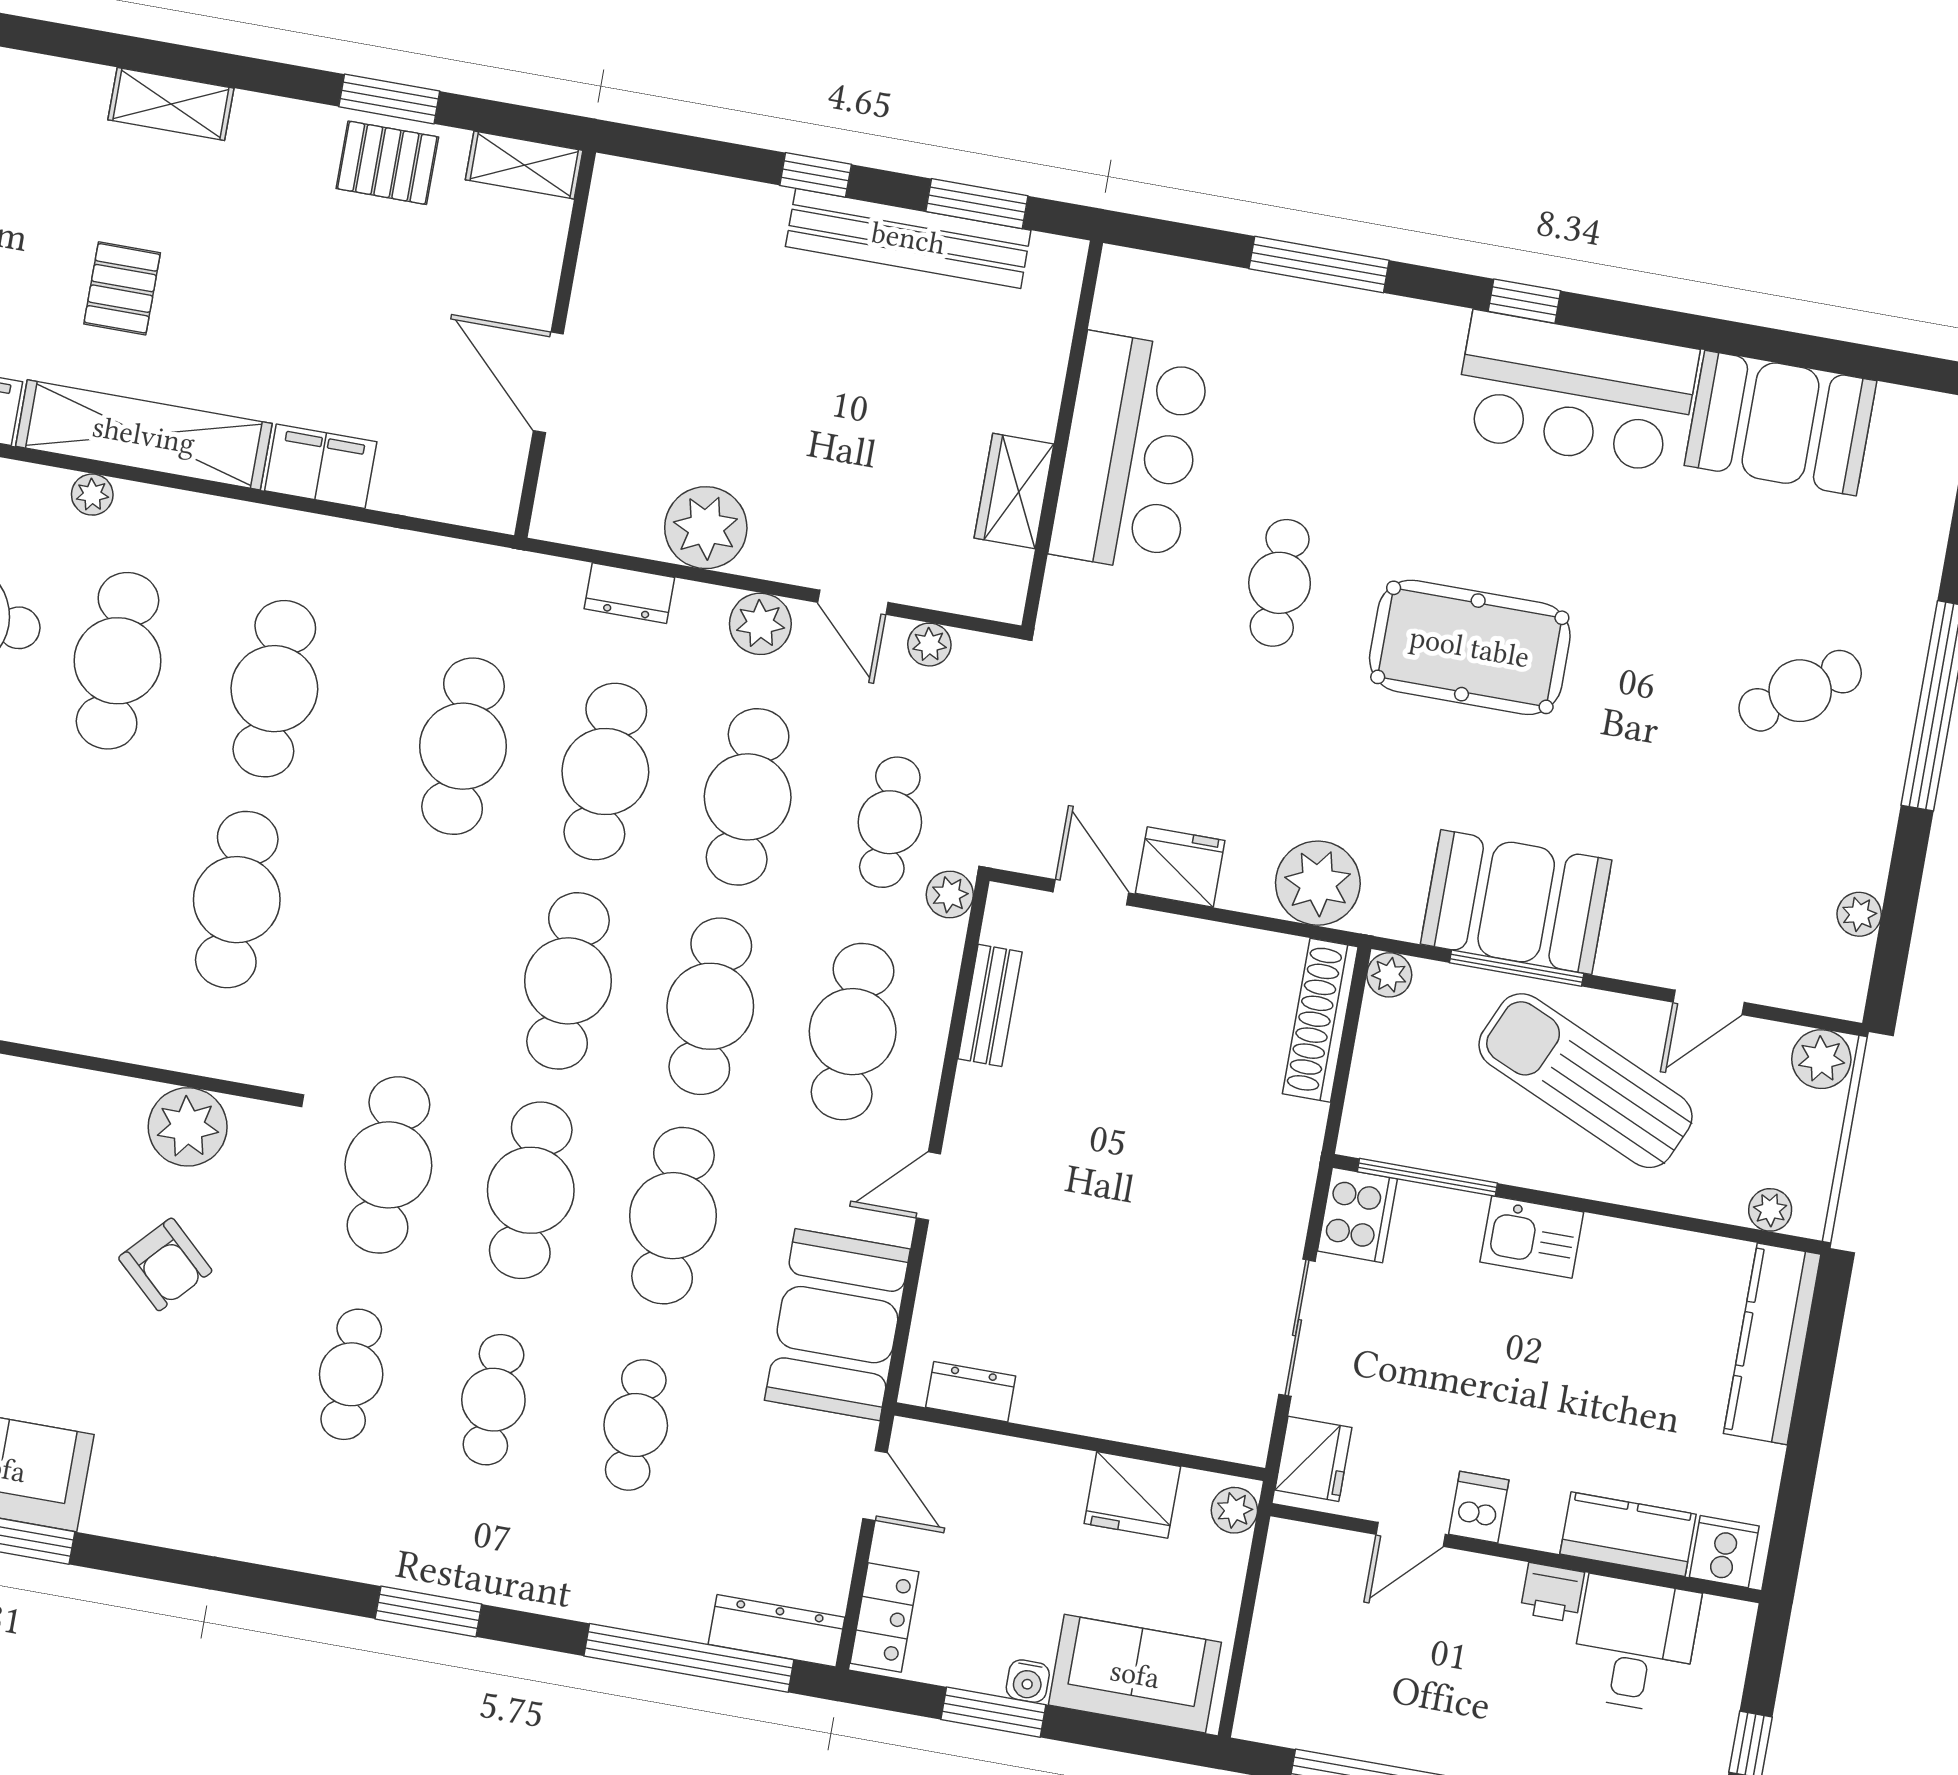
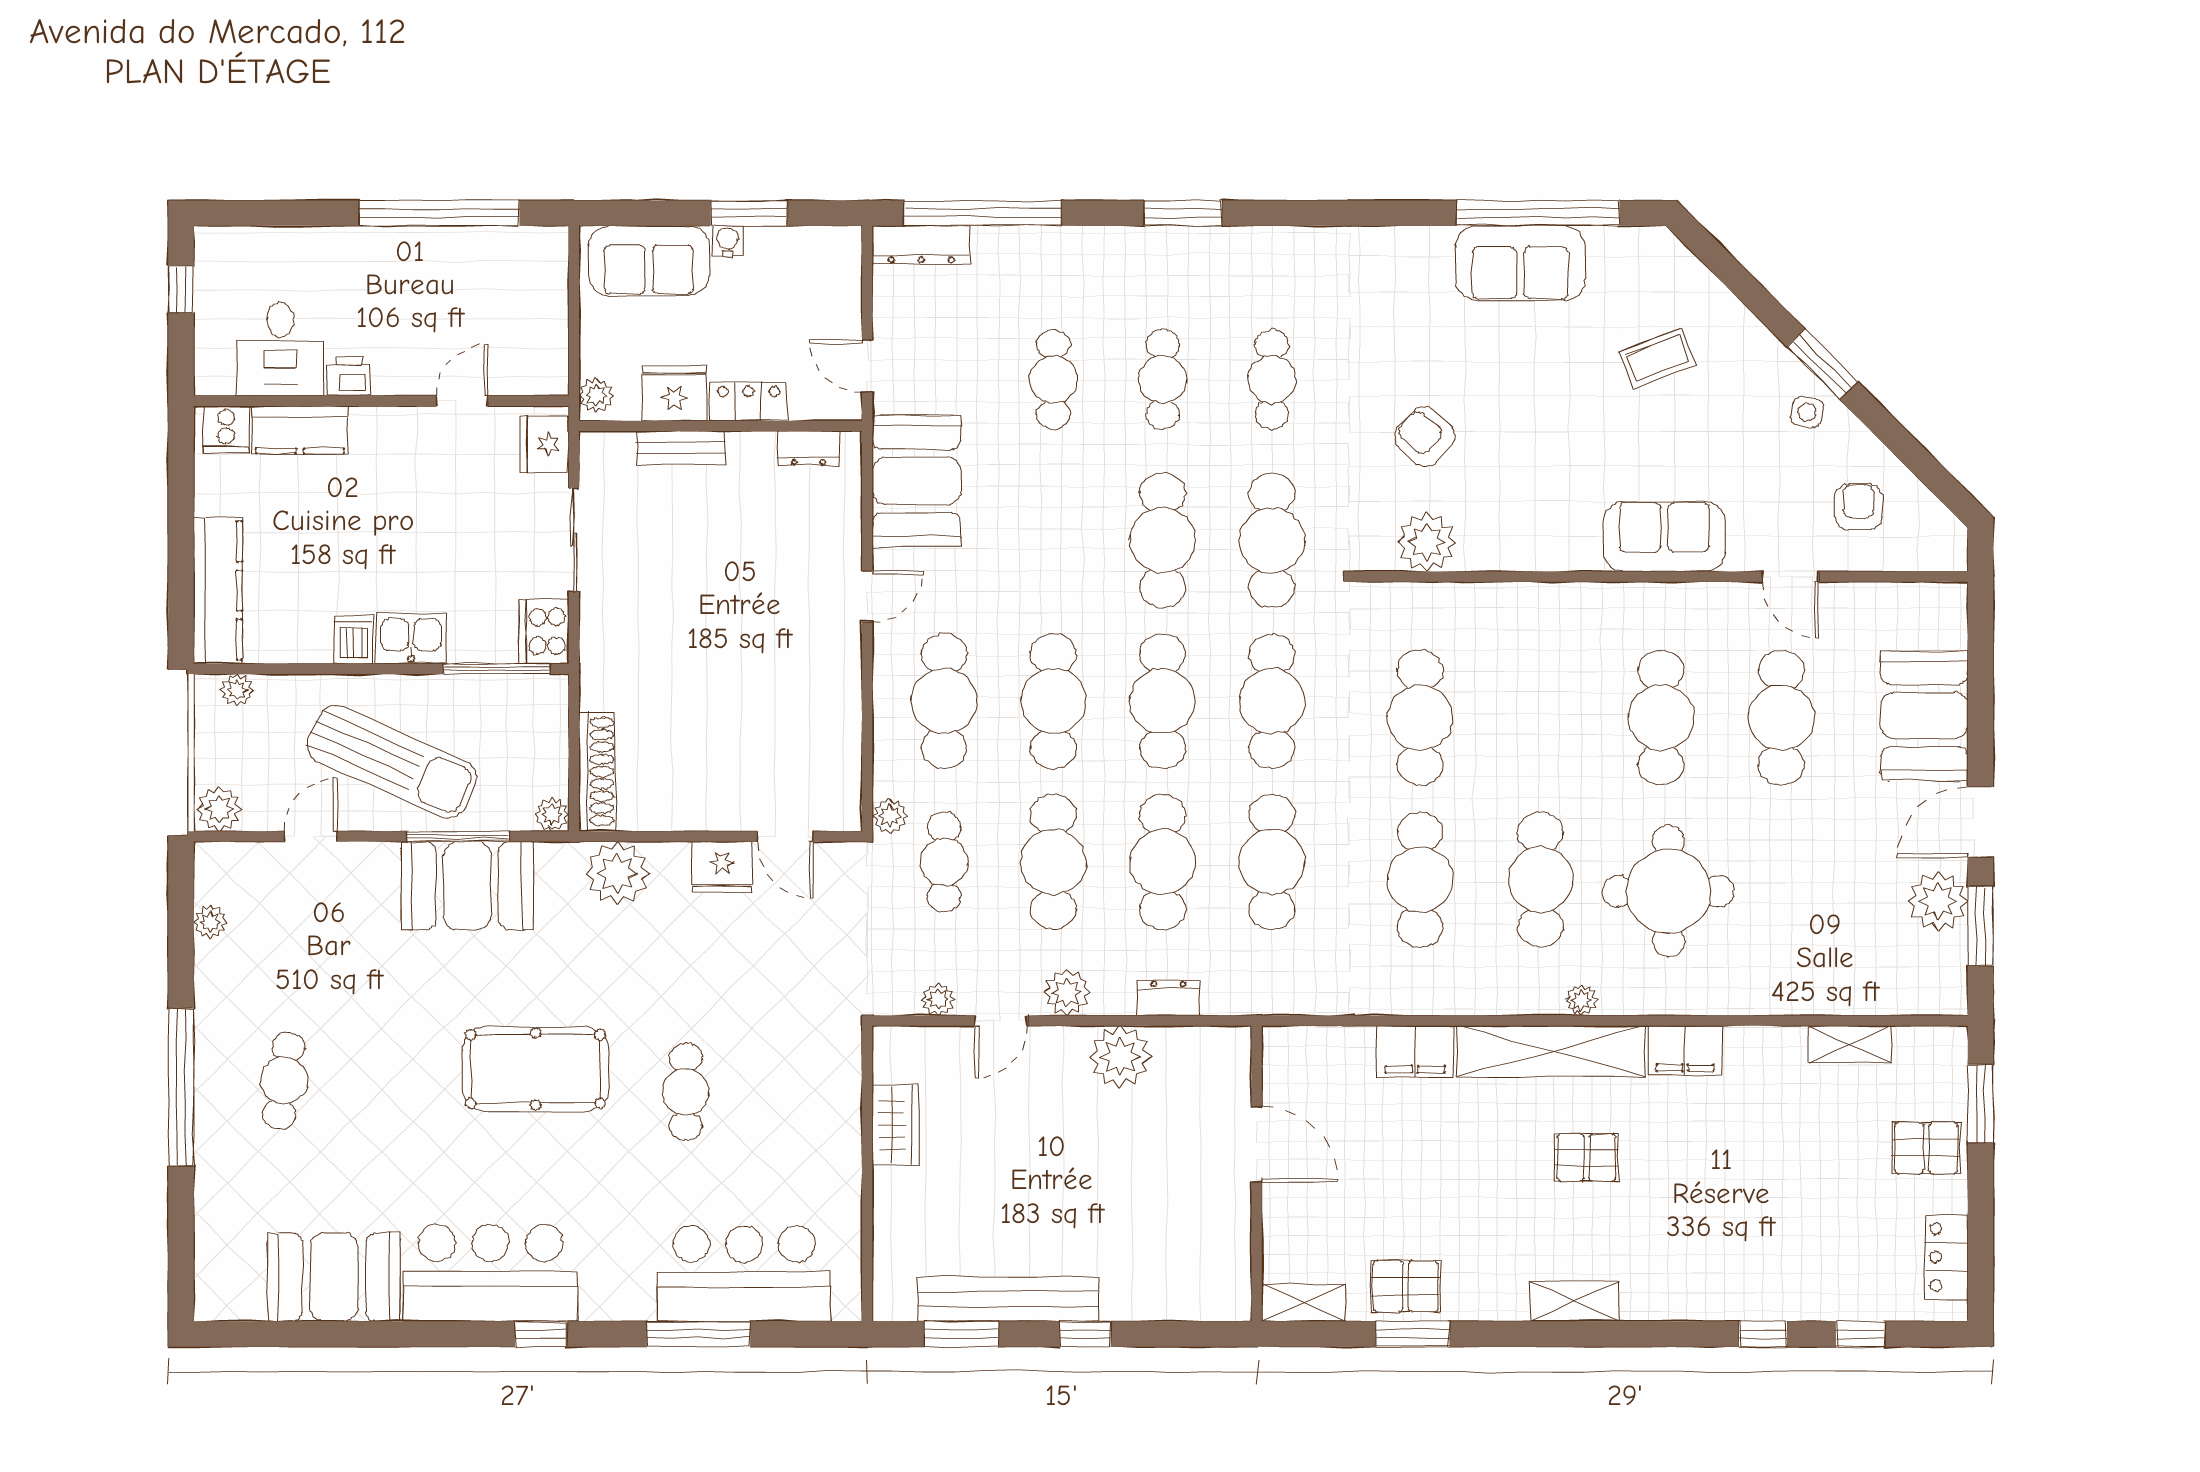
pallet: (122, 288) -> (1586, 1158), turned 90
bar counter: (1130, 453) -> (744, 1274), moved, turned 90
door: (853, 602) -> (1001, 1021), swing flipped
cafe table: (1800, 691) -> (284, 1081), turned -47
bench: (990, 1005) -> (681, 448), moved, turned 90
cafe table: (673, 1216) -> (1272, 701), moved
dishwasher: (1479, 1507) -> (354, 640), moved, turned 180
locker: (885, 1618) -> (749, 401), moved, turned 90

